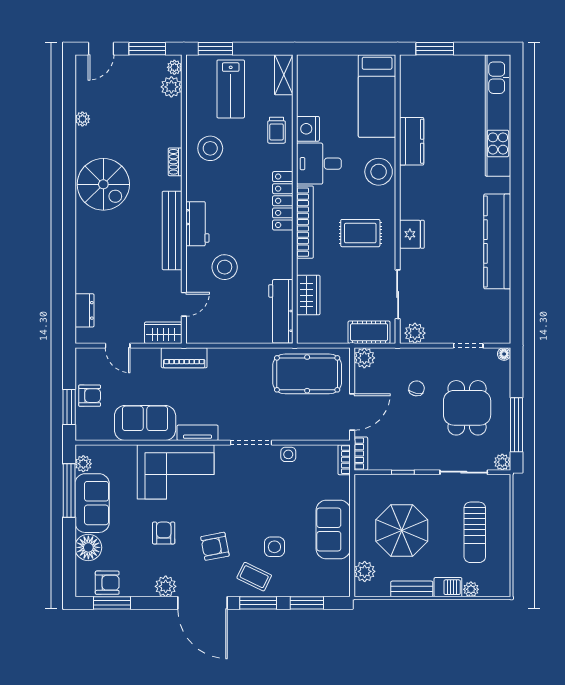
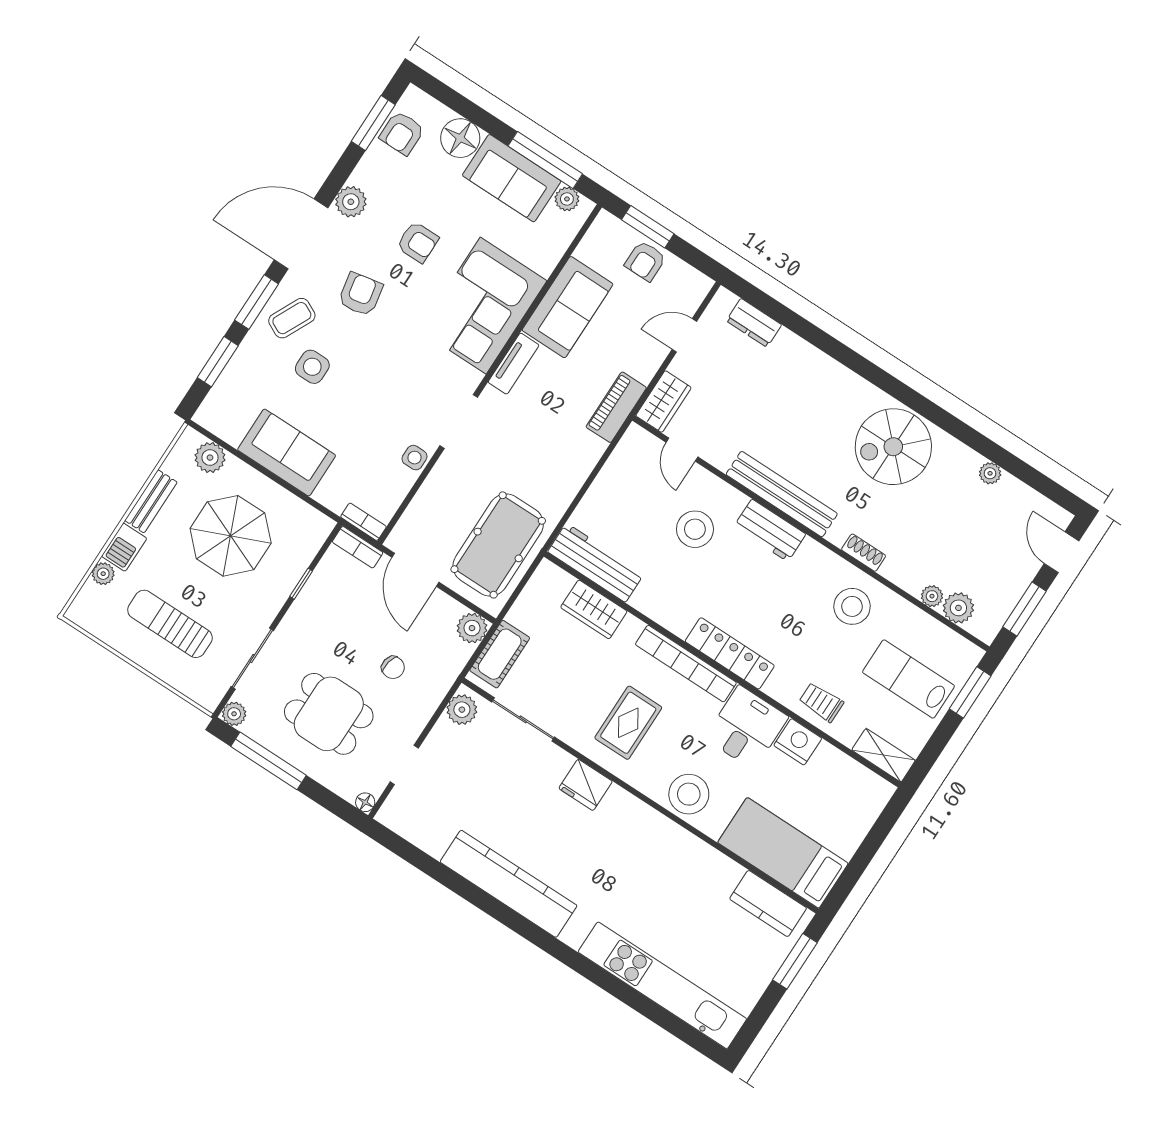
plant: (174, 67) -> (932, 596), moved
kitchen counter: (412, 141) -> (768, 903), moved

